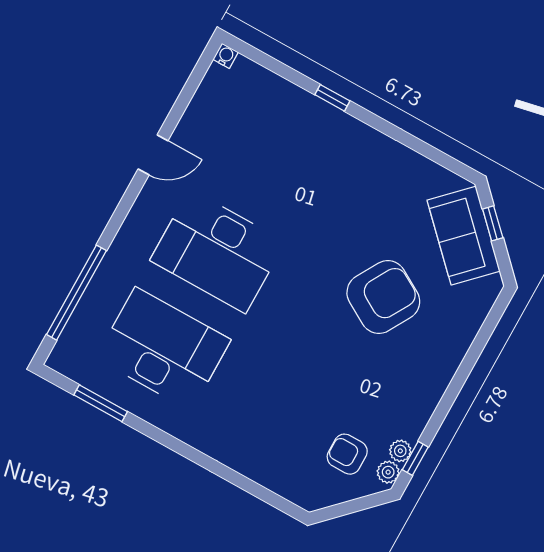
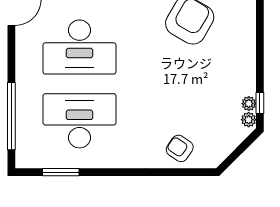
armchair: (347, 454) -> (180, 148), moved, turned 34

